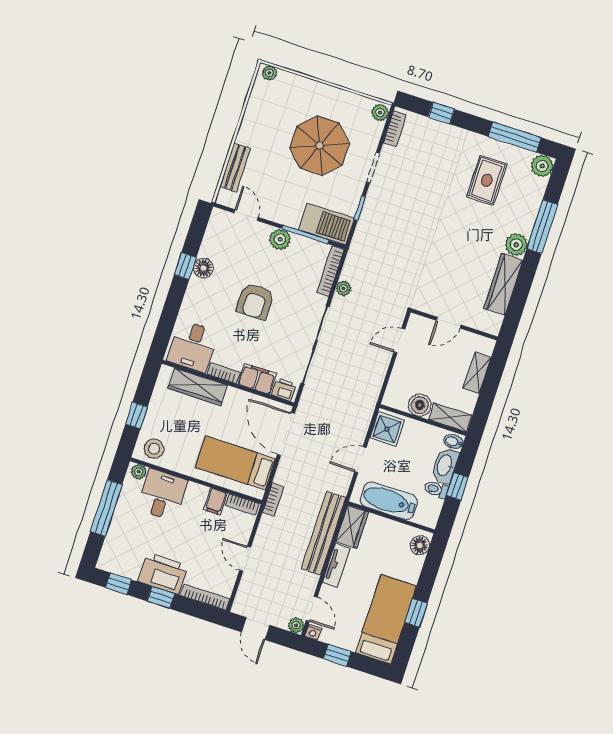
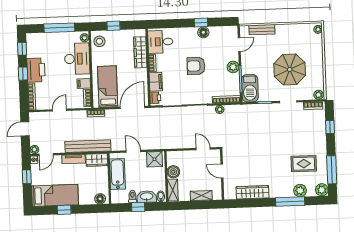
plant: (516, 245) -> (300, 190), moved
desk: (162, 495) -> (77, 59), width x1.37

